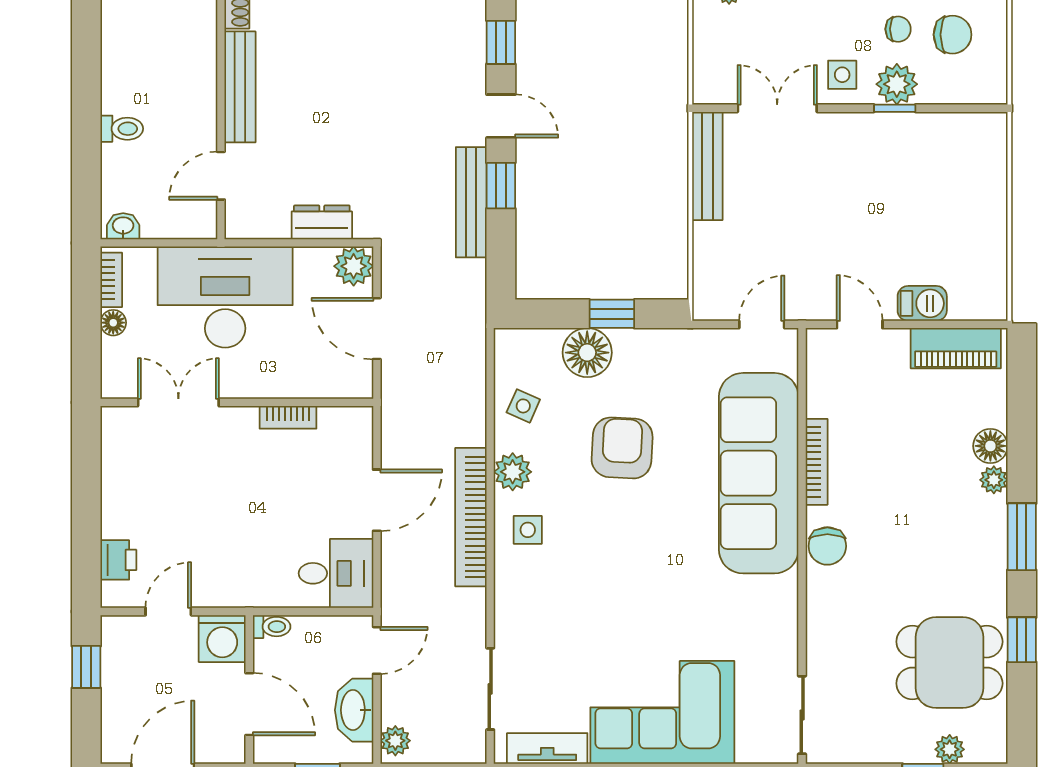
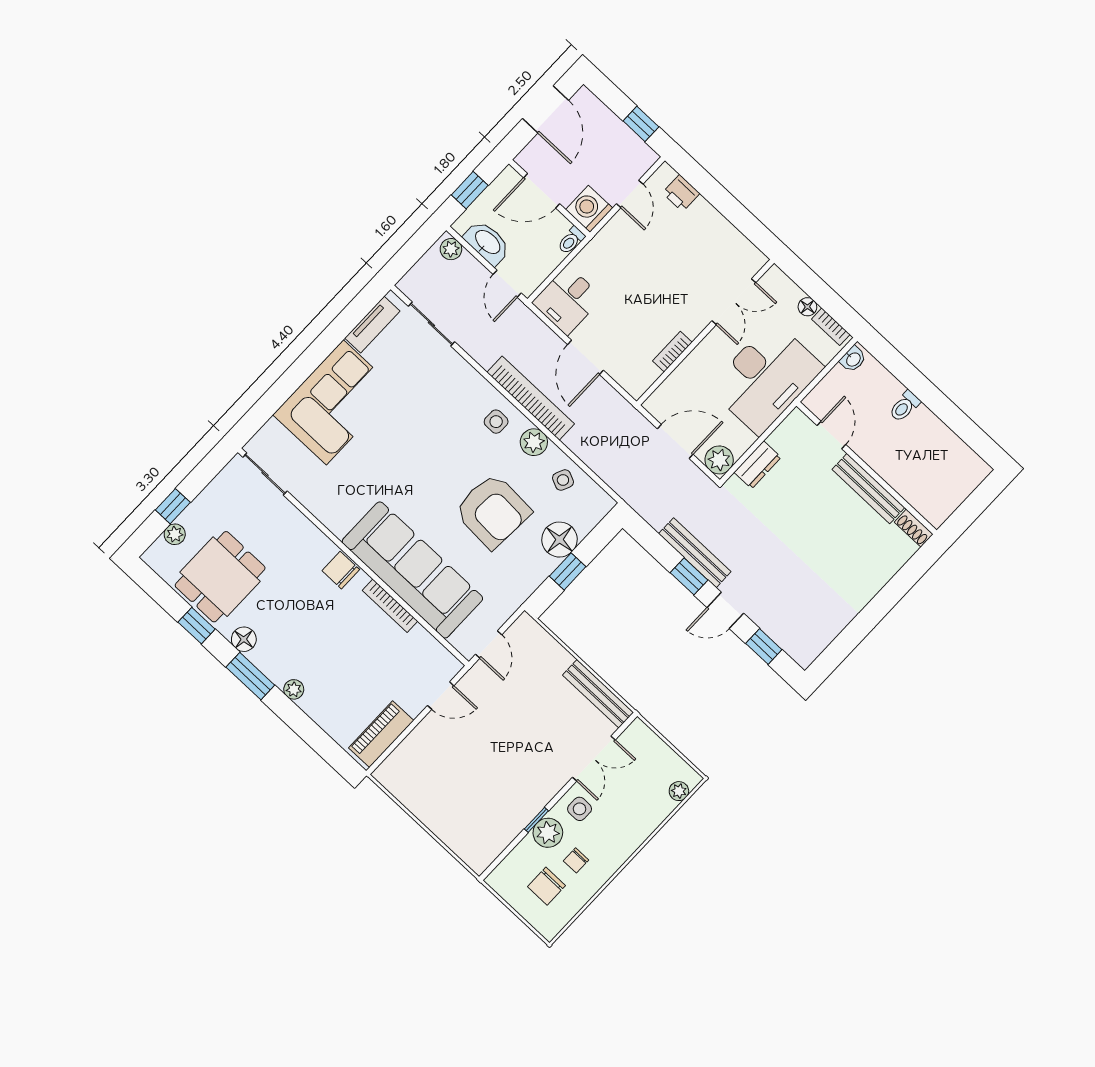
barbecue: (922, 303) -> (421, 739), removed
floor lamp: (990, 446) -> (244, 639), moved
armchair: (622, 448) -> (493, 511), width x1.36, depth x1.36

